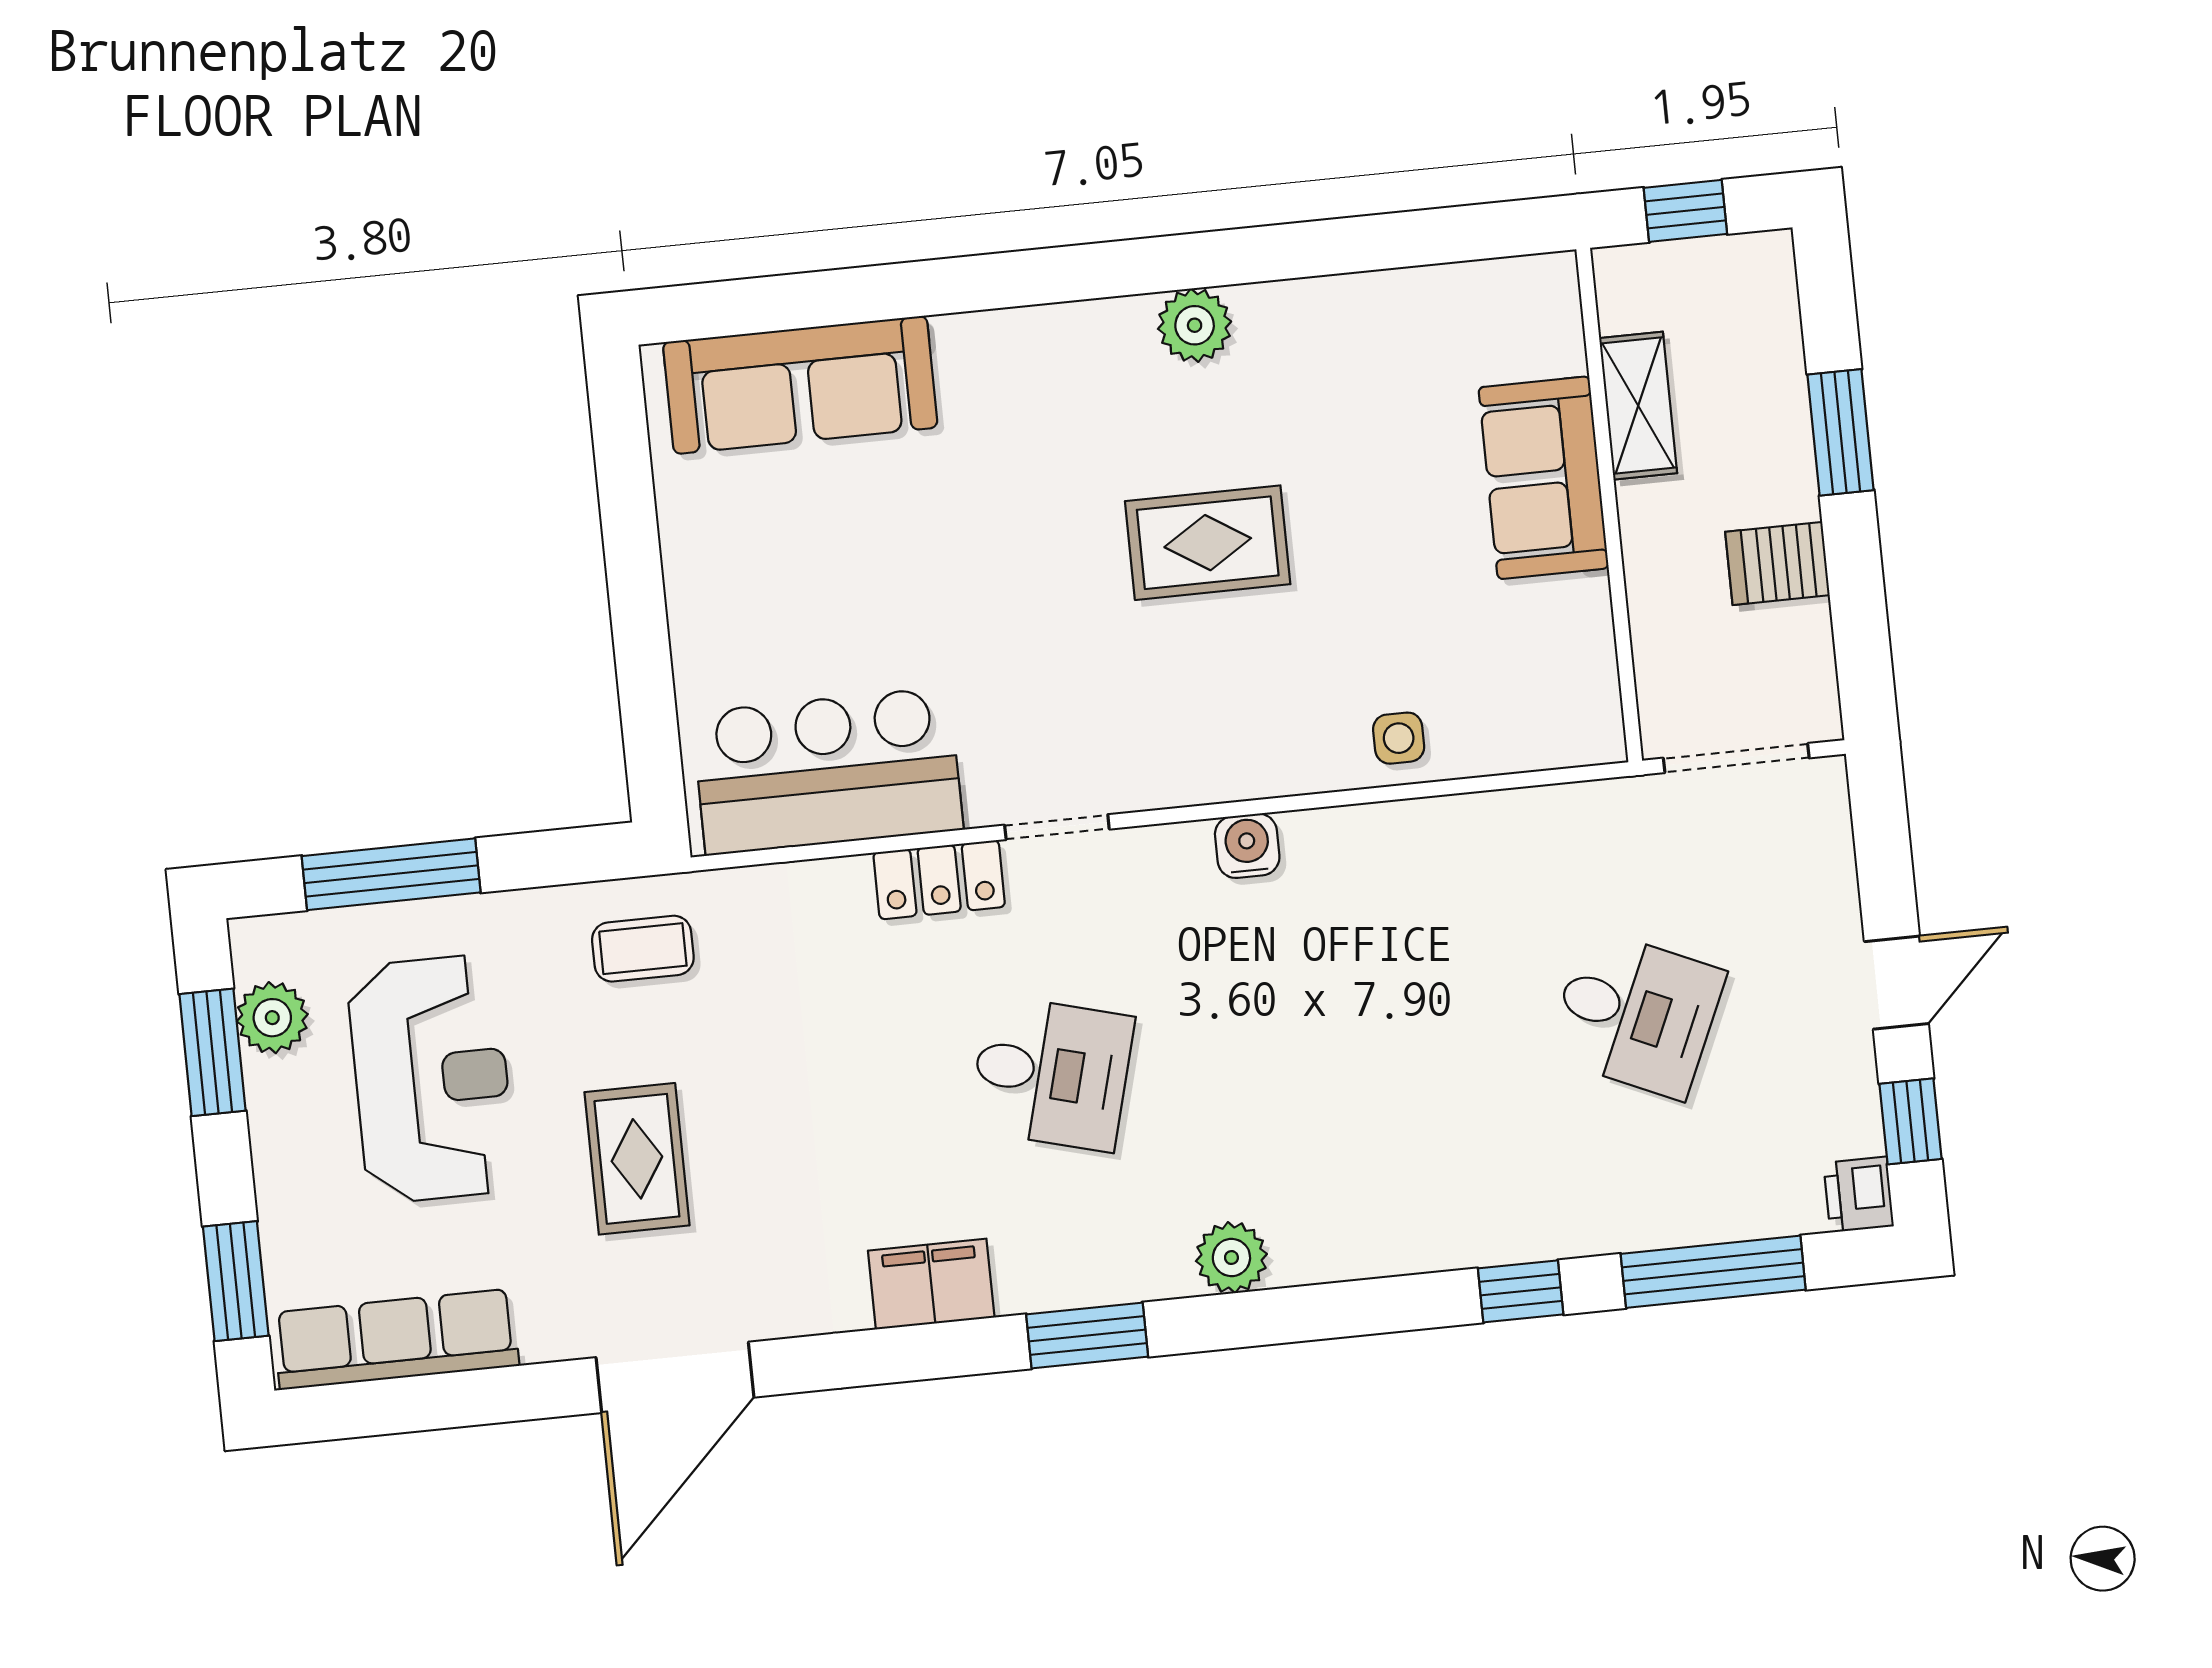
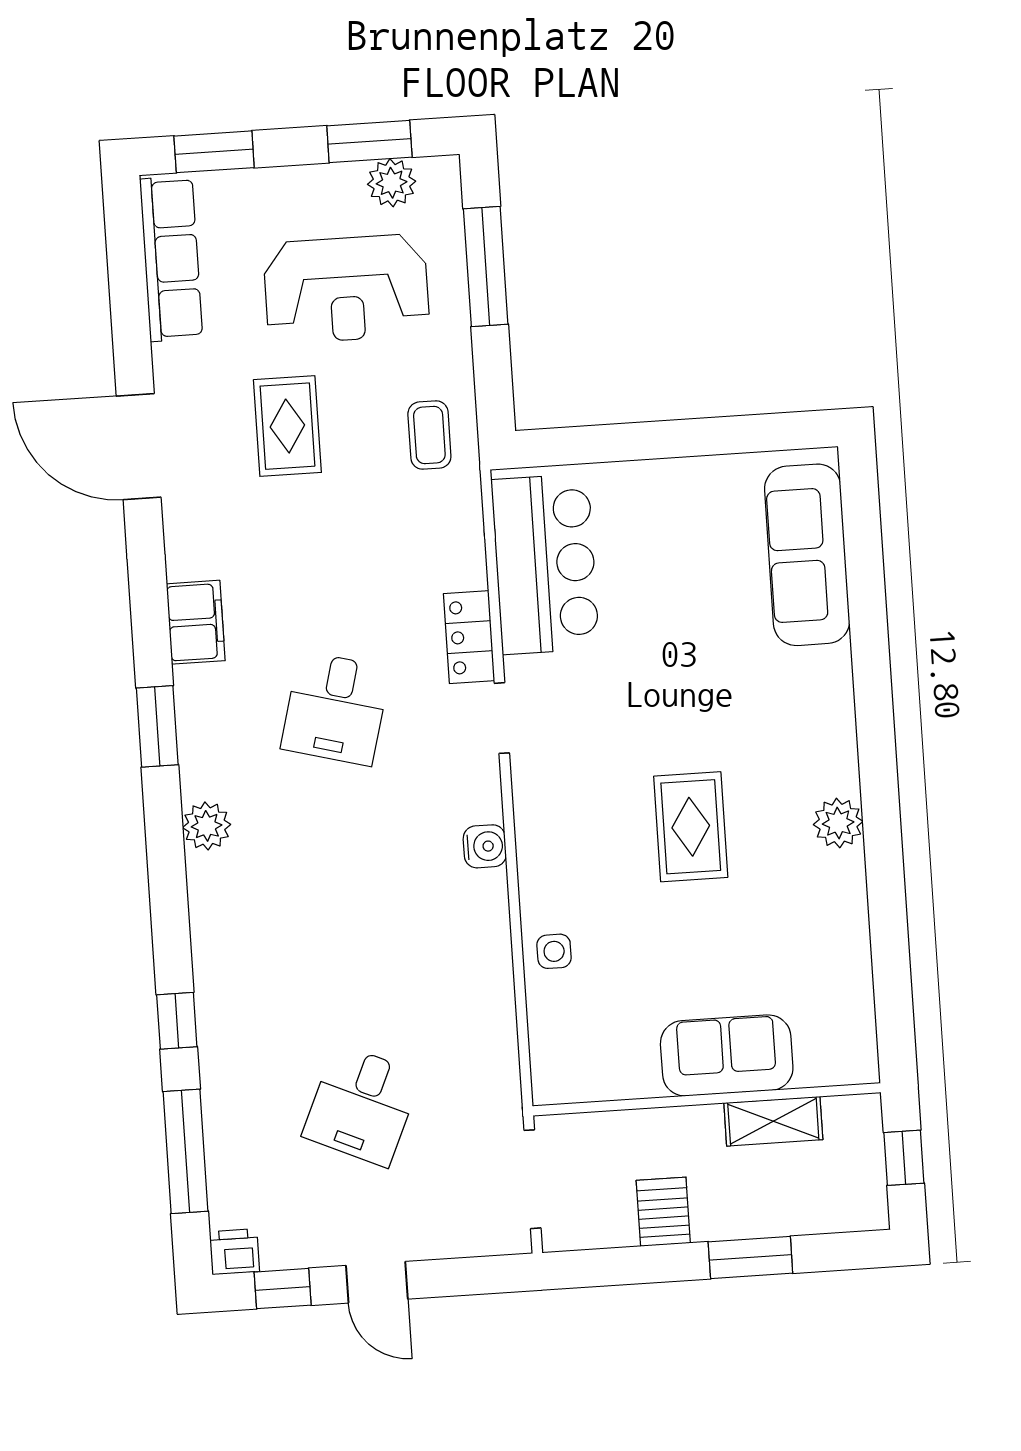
rug: (637, 1159) -> (287, 426), turned 90

